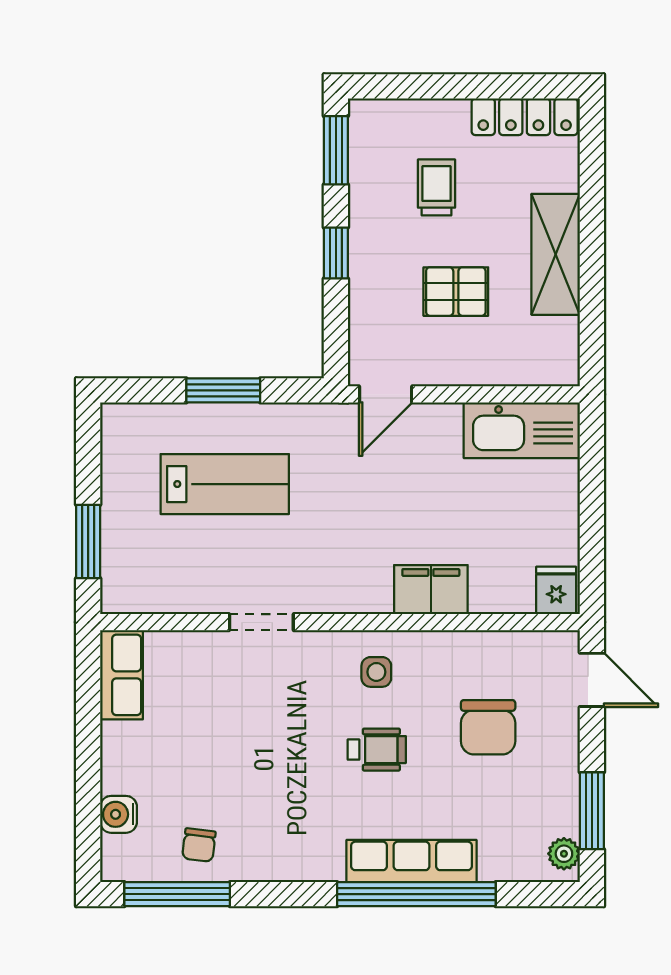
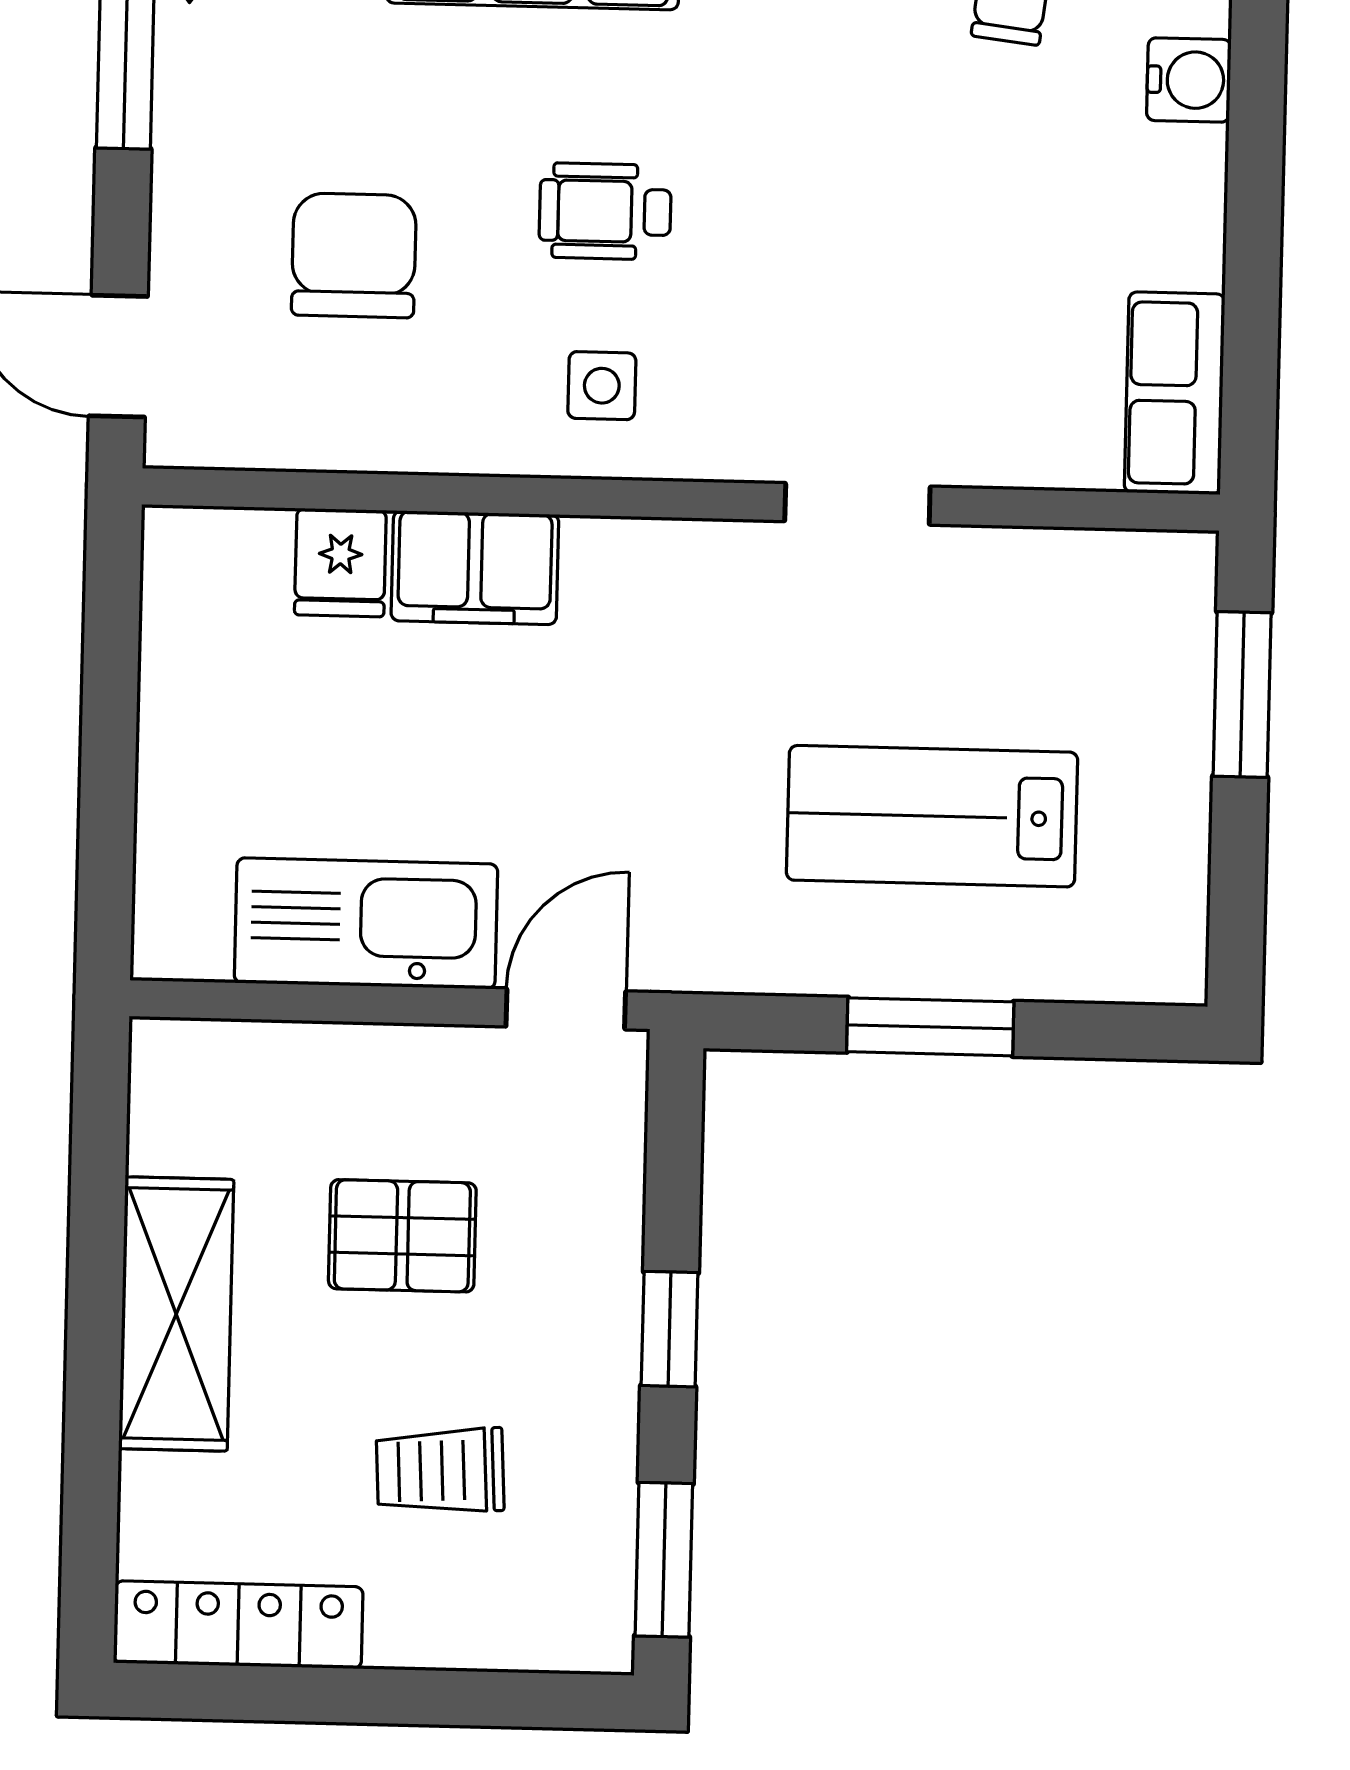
trolley: (436, 187) -> (440, 1471), turned 87
kitchen sink: (522, 430) -> (366, 923), moved
fridge: (556, 590) -> (340, 563), moved

